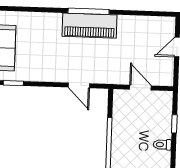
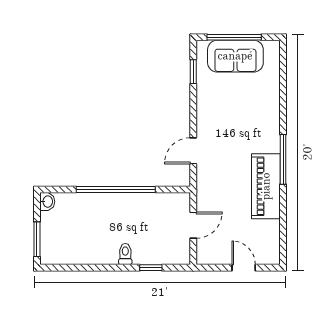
piano: (90, 26) -> (266, 186), moved

